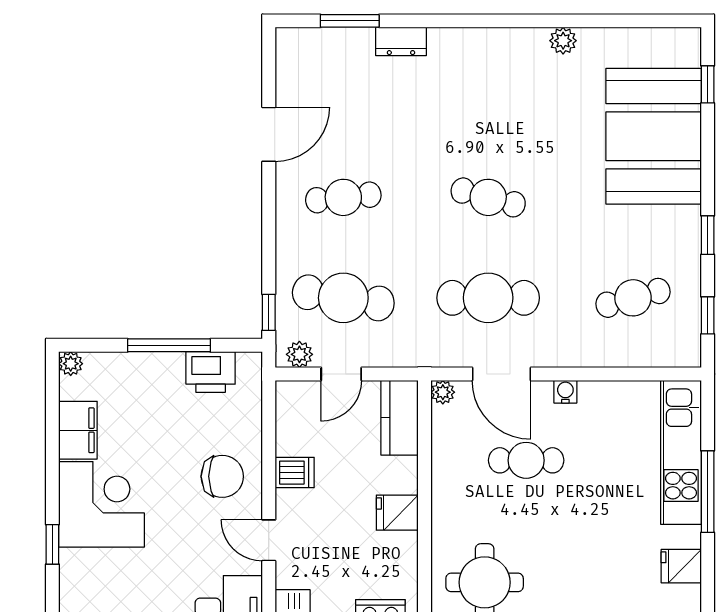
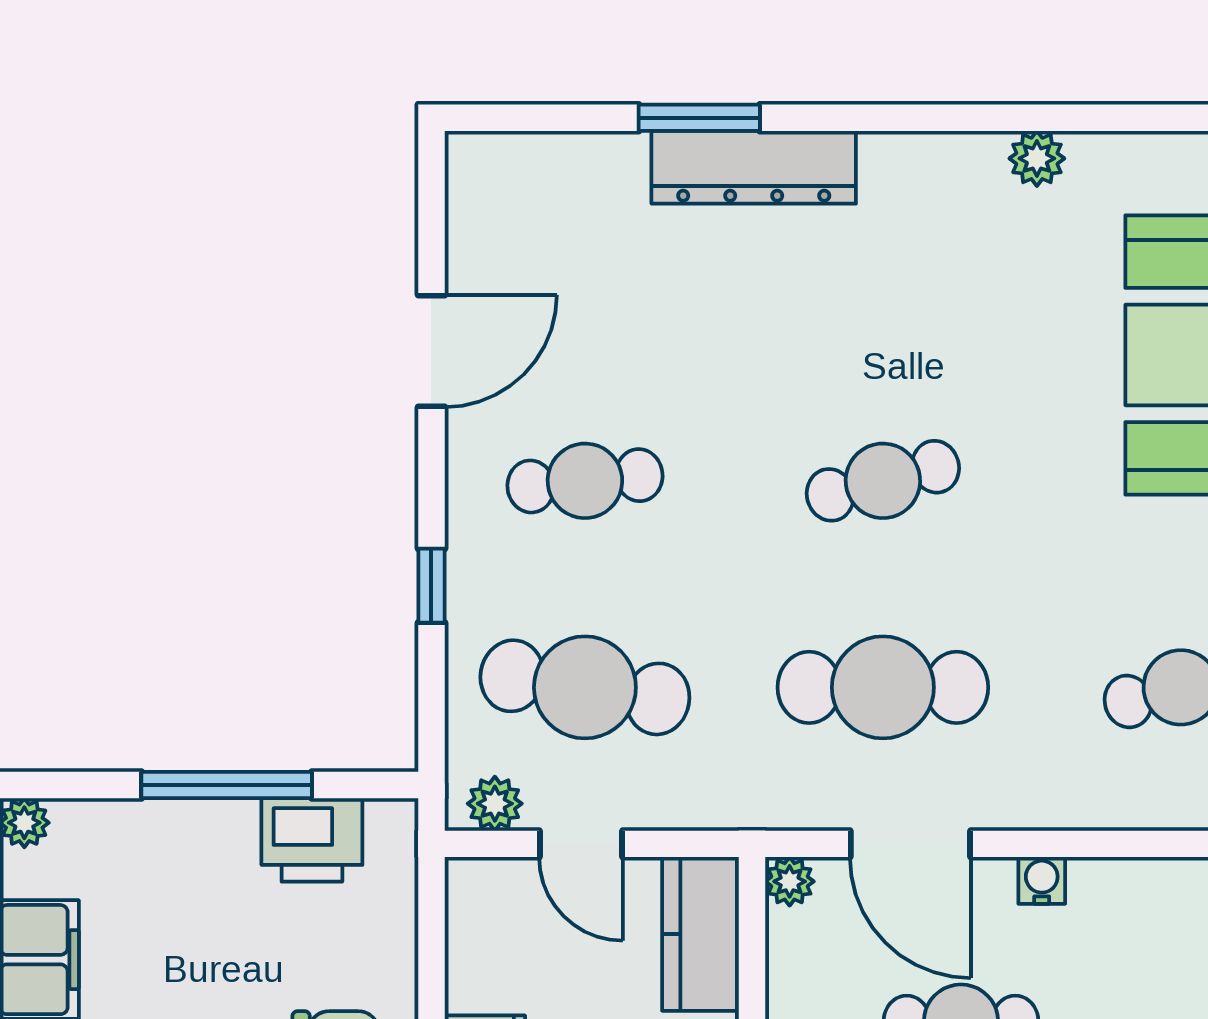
window: (350, 21) -> (699, 118), moved
dresser: (401, 41) -> (754, 167), width x1.96, depth x1.24
cafe table: (488, 197) -> (883, 481), turned -30
window: (269, 312) -> (431, 586), moved
door: (341, 374) -> (581, 844), hinge flipped

